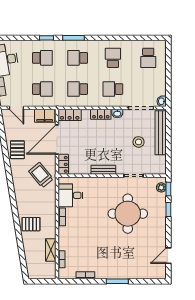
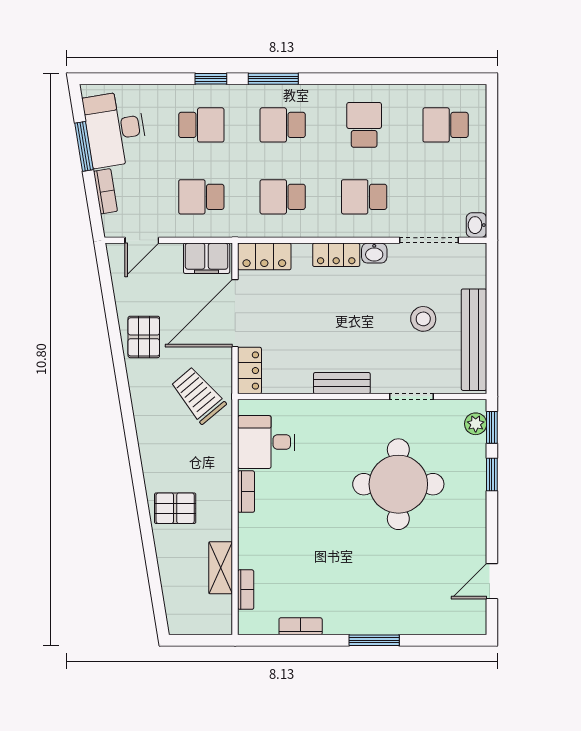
school desk: (148, 58) -> (446, 125), turned 90
school desk: (42, 89) -> (201, 197), turned 180
door: (17, 108) -> (142, 240), hinge flipped
bench: (161, 133) -> (474, 340), moved

